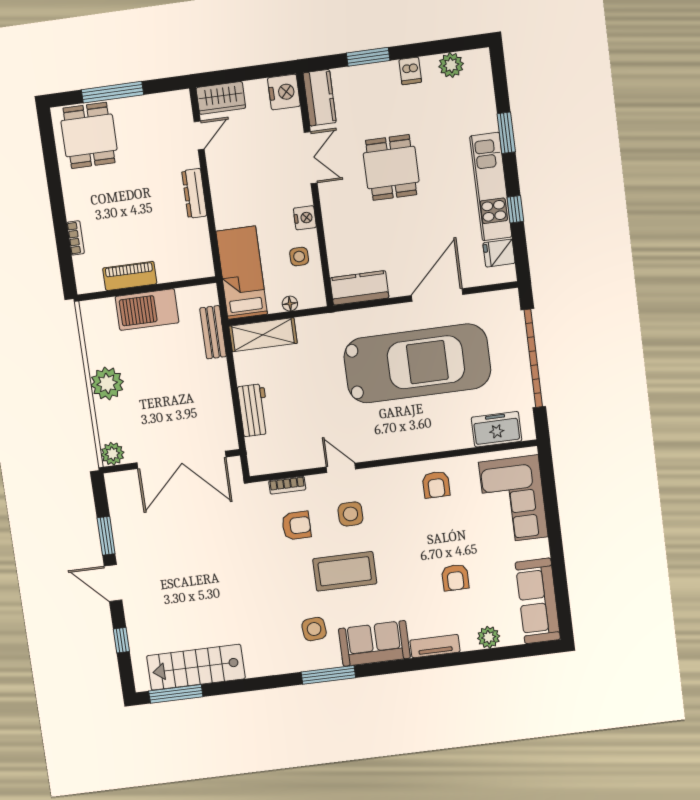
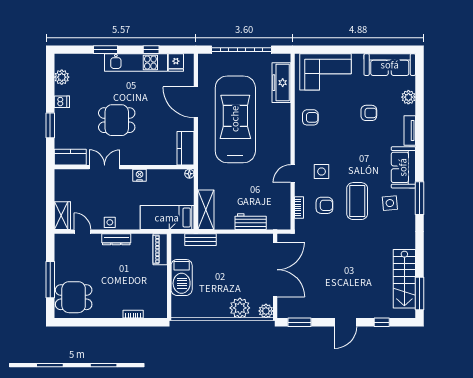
nightstand: (284, 92) -> (64, 178), removed
side table: (299, 257) -> (110, 222), moved
piano: (130, 276) -> (160, 249), moved
floor lamp: (290, 304) -> (189, 174), moved
plant: (107, 383) -> (240, 308), moved
freezer: (497, 429) -> (281, 83), width x1.40
armchair: (296, 526) -> (324, 205), turned 90
window: (106, 536) -> (300, 322), moved
coffee table: (345, 571) -> (357, 201), moved

